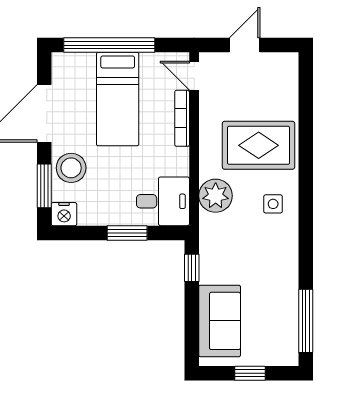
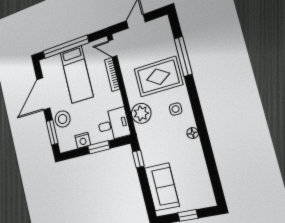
nightstand: (64, 214) -> (83, 140), moved
floor lamp: (290, 248) -> (193, 133), added
window: (306, 321) -> (183, 56), moved

